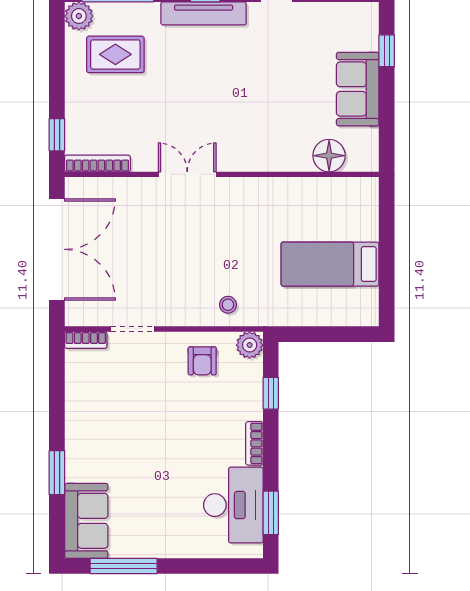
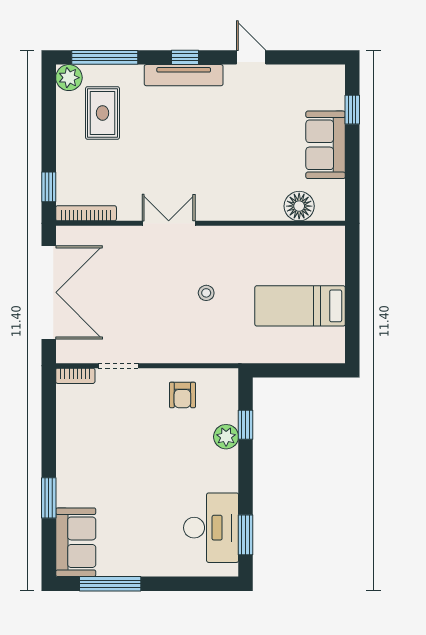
rug: (115, 54) -> (103, 113), turned 90
stool: (228, 305) -> (206, 293), moved
plant: (250, 345) -> (226, 437), moved
bookcase: (254, 443) -> (230, 471), removed

